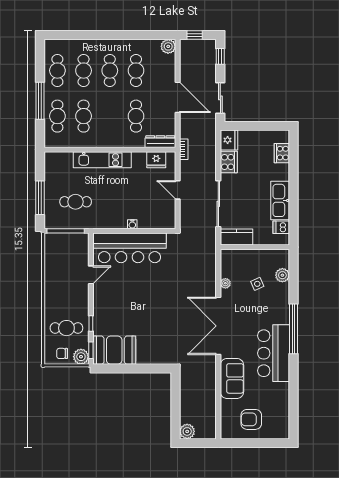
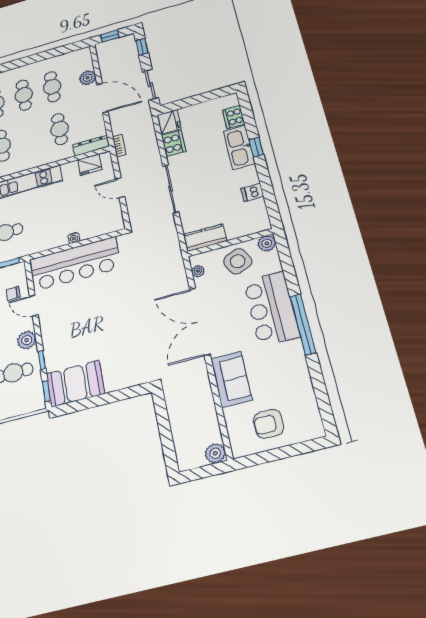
plant: (168, 46) -> (88, 78), moved
window: (293, 187) -> (256, 147), added
kitchen sink: (280, 200) -> (239, 148), moved
kitchen counter: (236, 237) -> (205, 238), moved
wall: (255, 247) -> (230, 243), moved
door: (91, 275) -> (34, 305), swing flipped
side table: (257, 284) -> (238, 261), width x1.87, depth x1.87
window: (293, 329) -> (303, 324), moved
chair: (62, 353) -> (13, 293), moved
bar counter: (274, 353) -> (271, 309), moved
plant: (81, 357) -> (27, 340), moved
plant: (187, 431) -> (215, 453), moved

